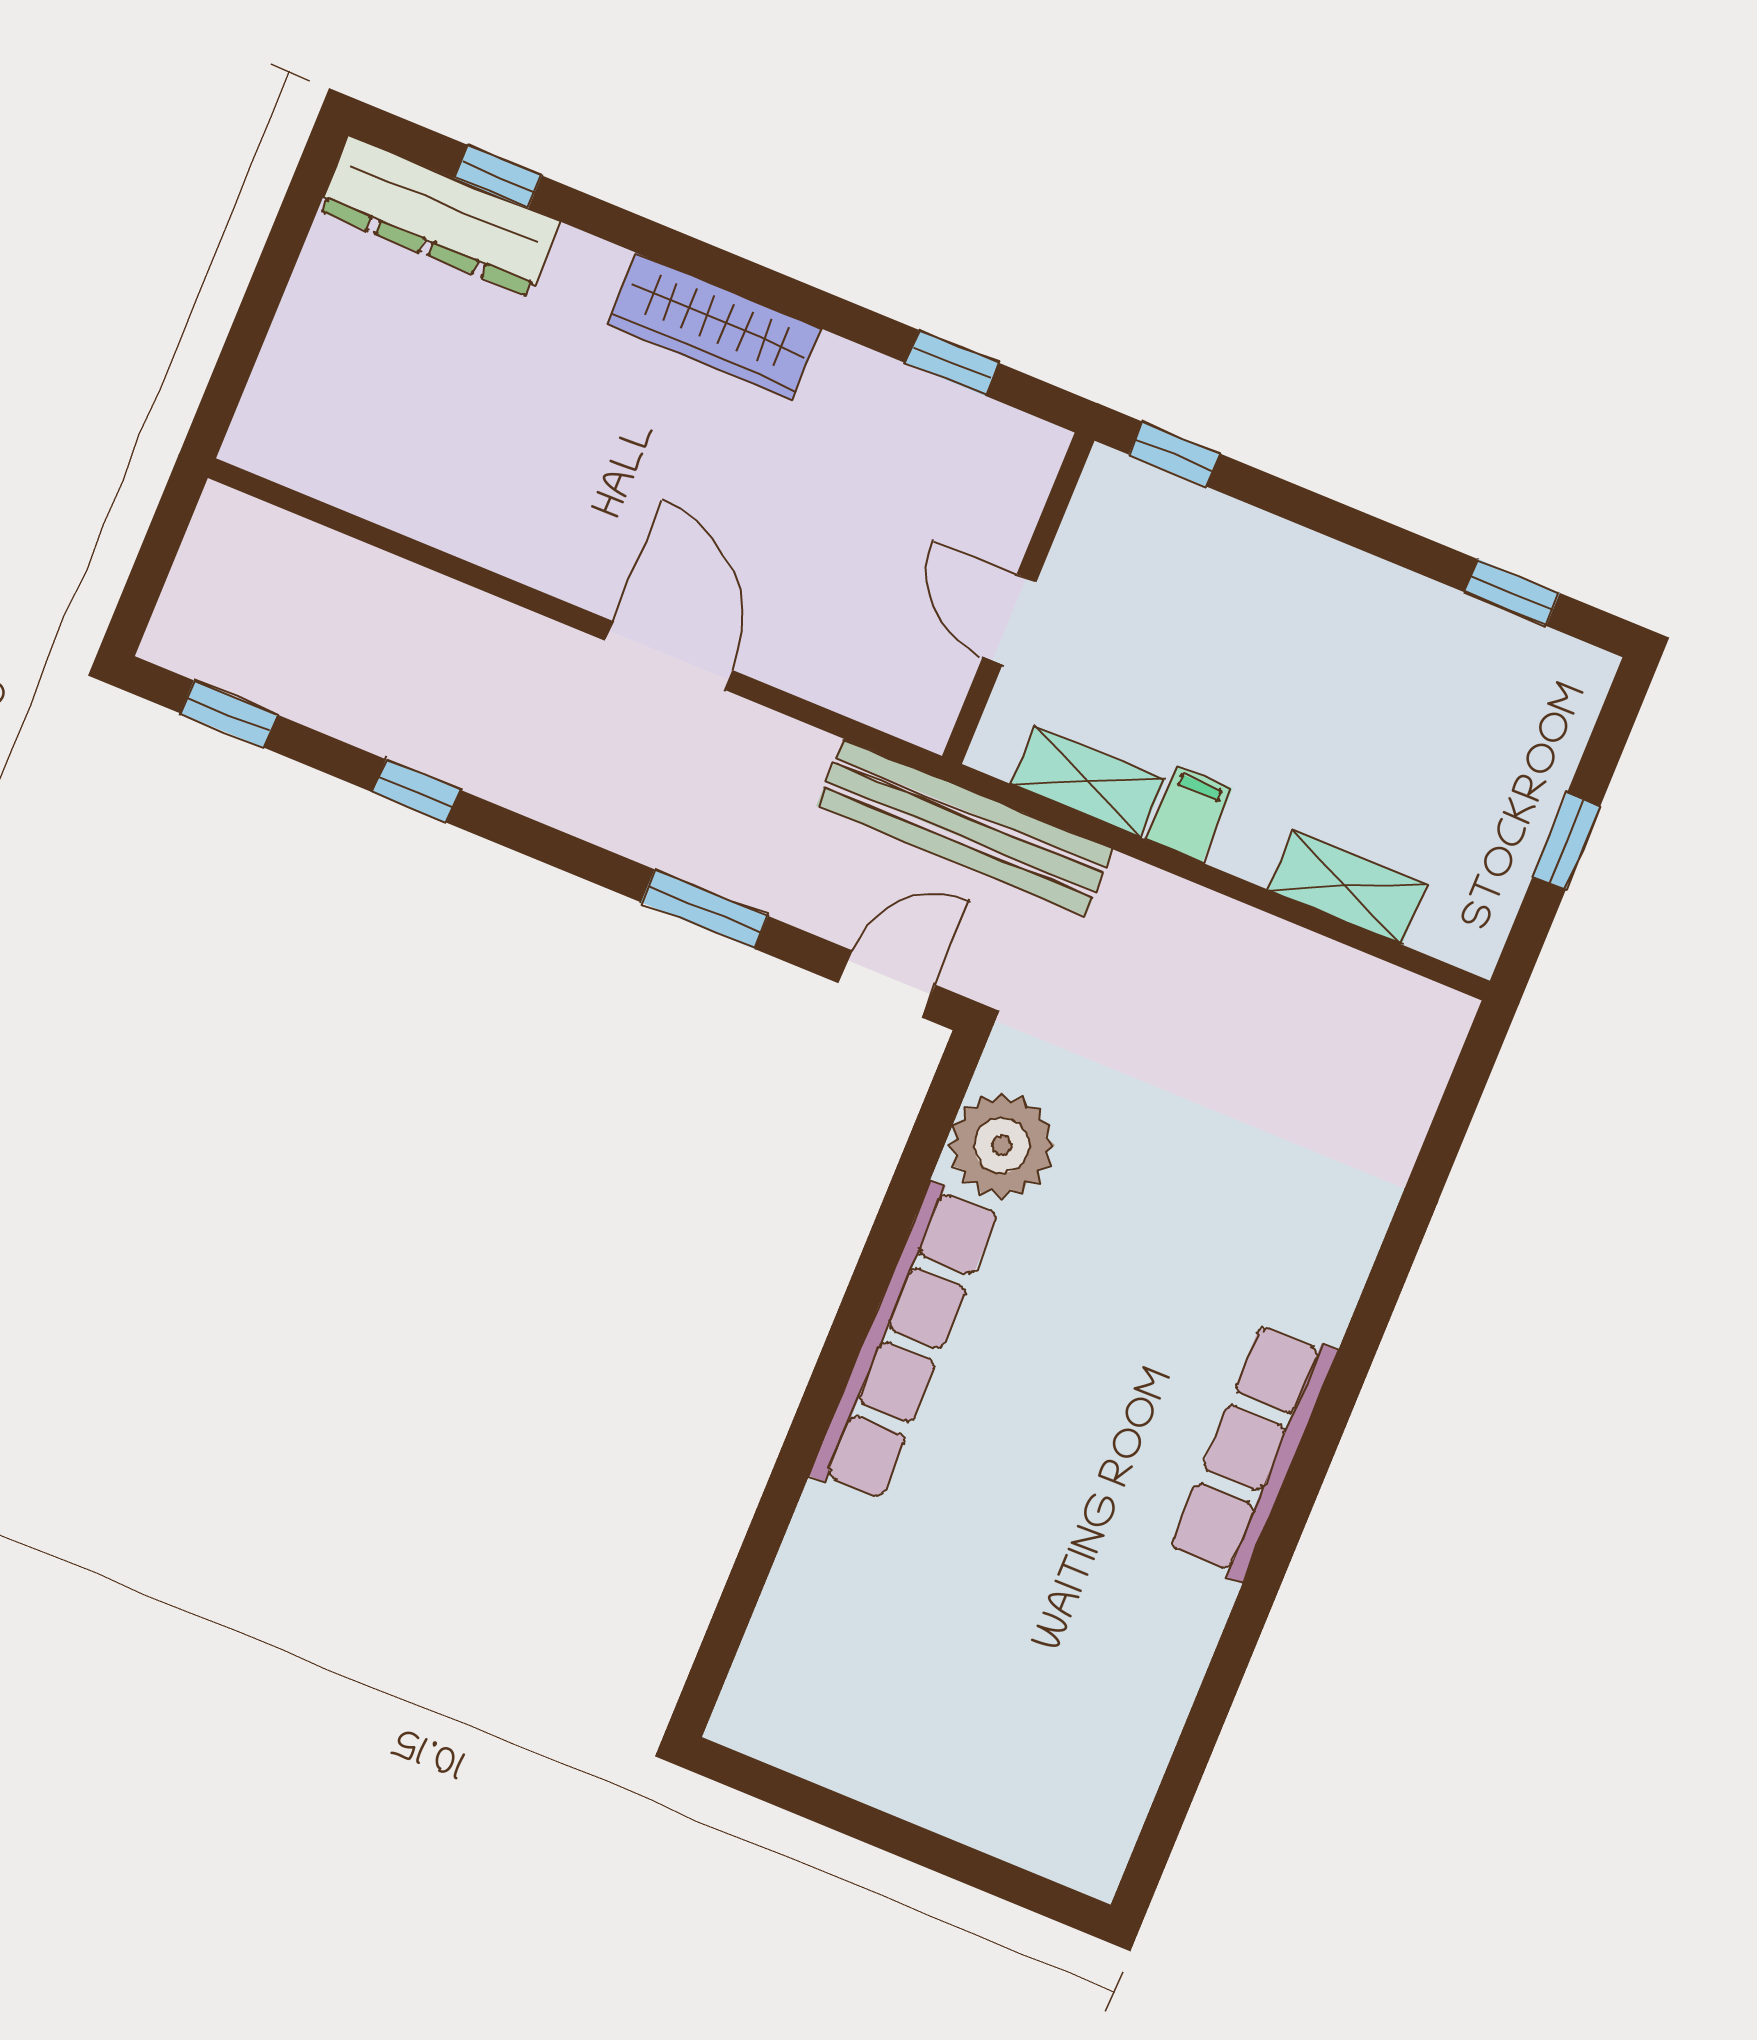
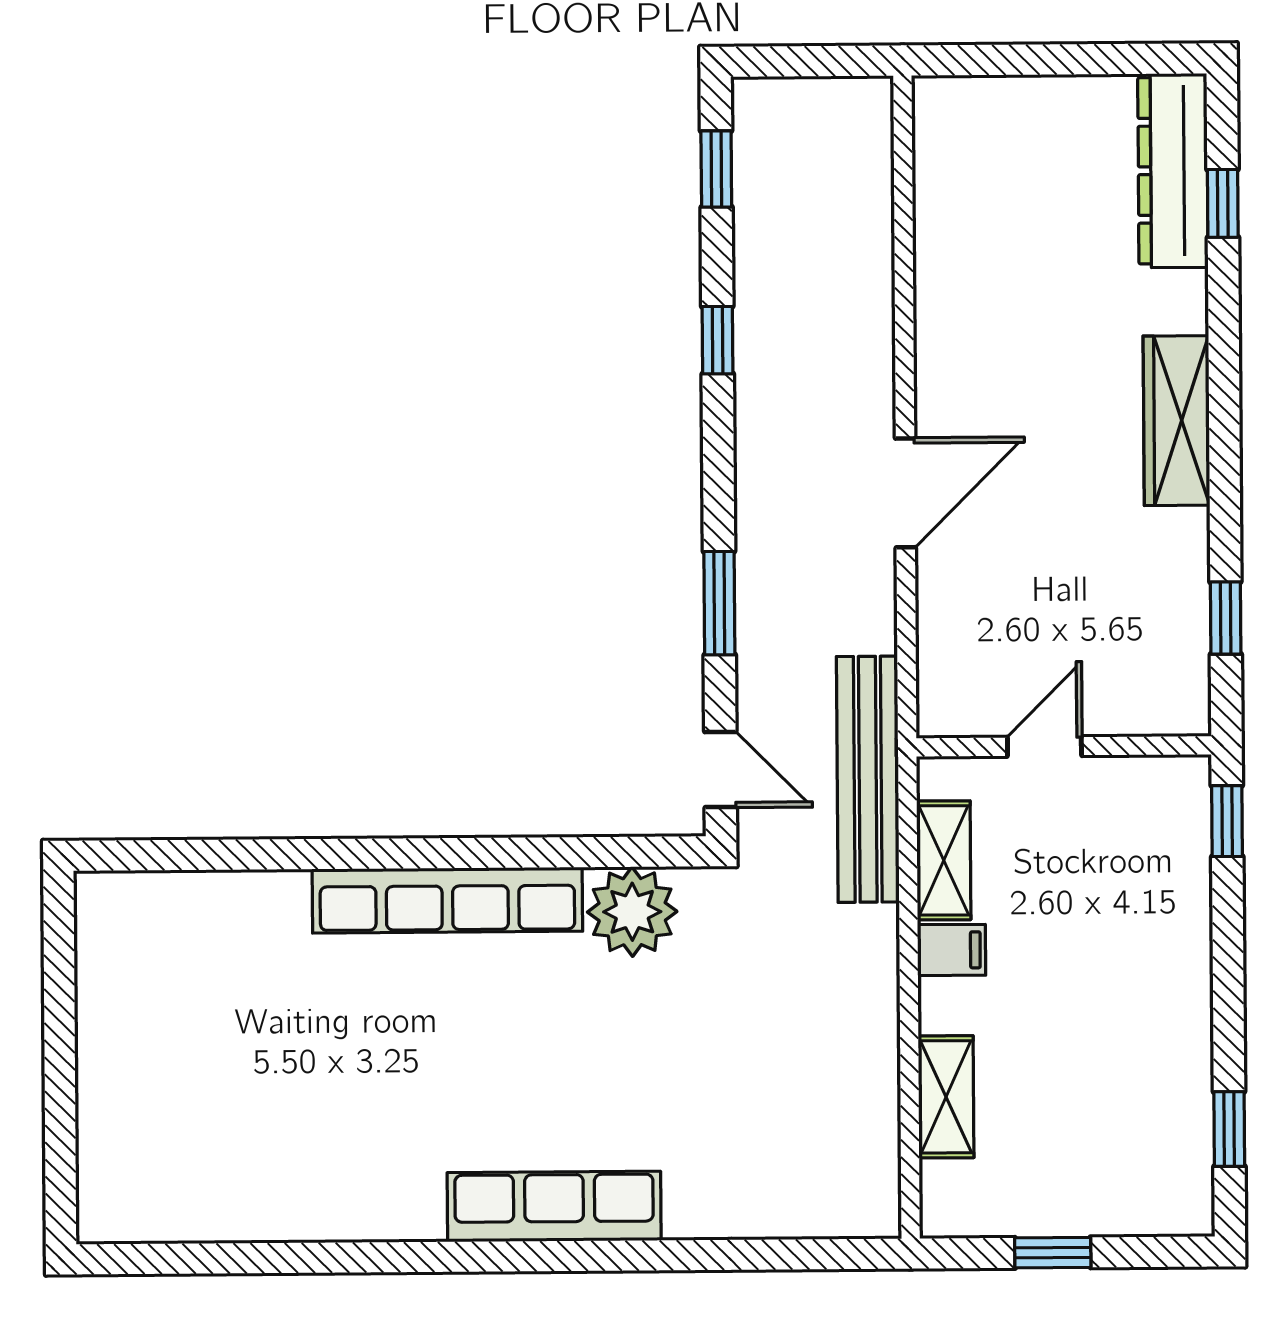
row of seats: (1253, 1451) -> (554, 1206), moved

